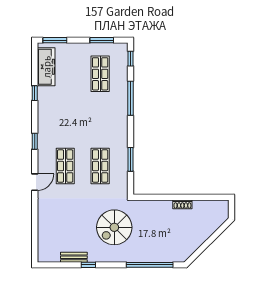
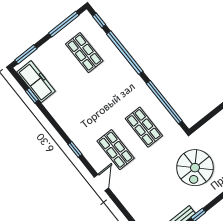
window: (102, 40) -> (64, 24), width x1.44
window: (35, 93) -> (32, 95), moved
window: (131, 98) -> (125, 53), width x1.46
window: (131, 159) -> (164, 102), width x2.11

